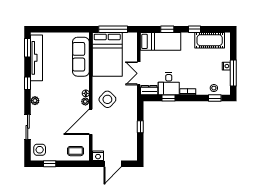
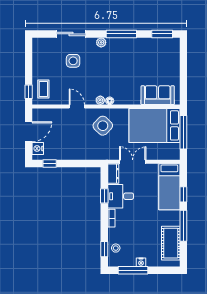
window: (194, 29) -> (183, 226), width x2.17
sofa: (81, 57) -> (158, 95), width x0.73
tv unit: (37, 58) -> (150, 44), removed
window: (28, 83) -> (121, 34), width x2.17
door: (91, 122) -> (77, 107), width x0.53
window: (140, 127) -> (50, 164), moved
side table: (40, 150) -> (73, 61), moved
nightstand: (98, 156) -> (38, 148), moved
window: (50, 164) -> (29, 92), moved
door: (113, 164) -> (29, 132), swing flipped

